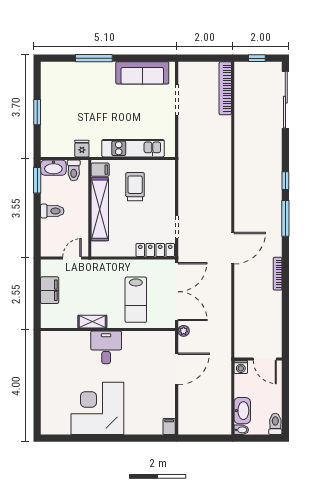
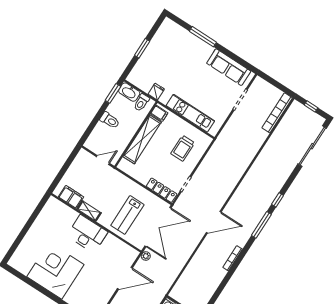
trolley: (135, 187) -> (183, 148), moved, turned 180
filing cabinet: (50, 290) -> (71, 197), moved, turned -90
desk: (106, 347) -> (87, 234), width x1.37

